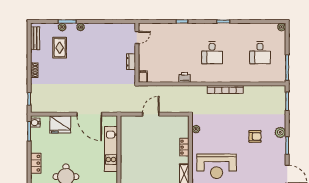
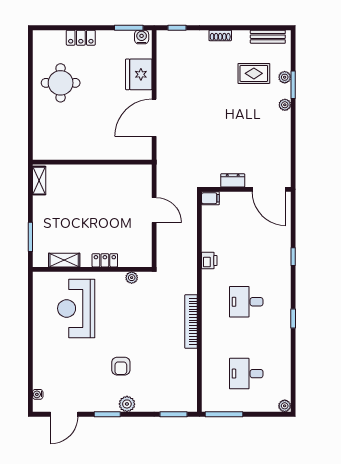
door: (137, 38) -> (269, 189), width x1.88
kitchen unit: (111, 149) -> (102, 150), removed

